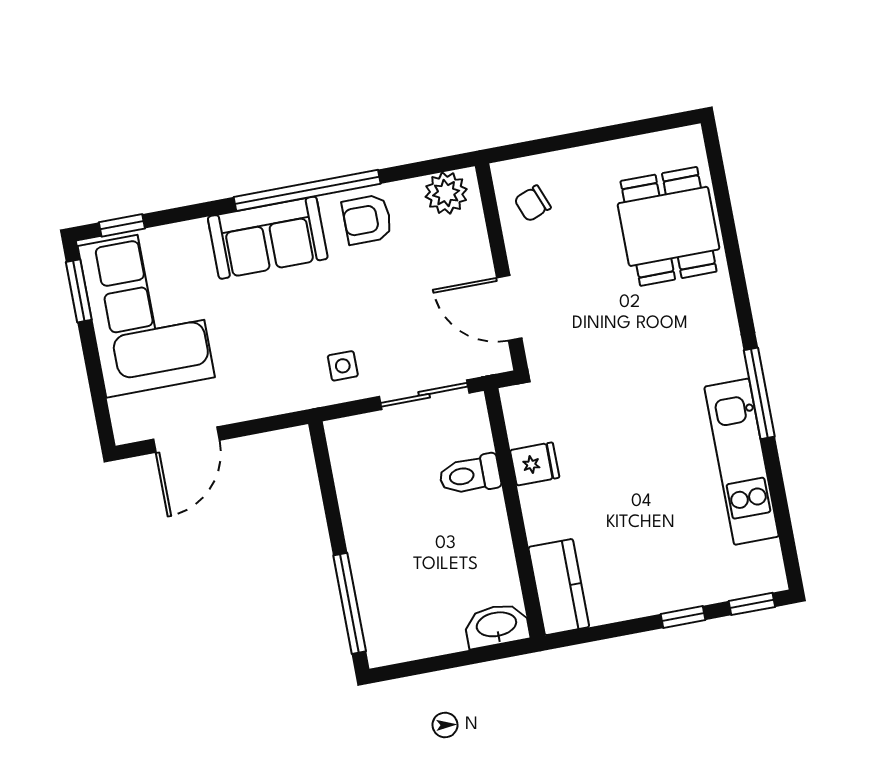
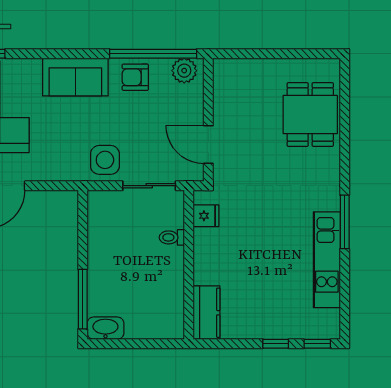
window: (307, 190) -> (153, 54), moved
chair: (533, 203) -> (233, 86), removed
side table: (343, 366) -> (105, 160), width x1.87, depth x1.87
fridge: (535, 464) -> (206, 216), moved
toilet: (470, 475) -> (172, 237), width x0.73, depth x0.72
washbasin: (497, 625) -> (105, 328), moved

